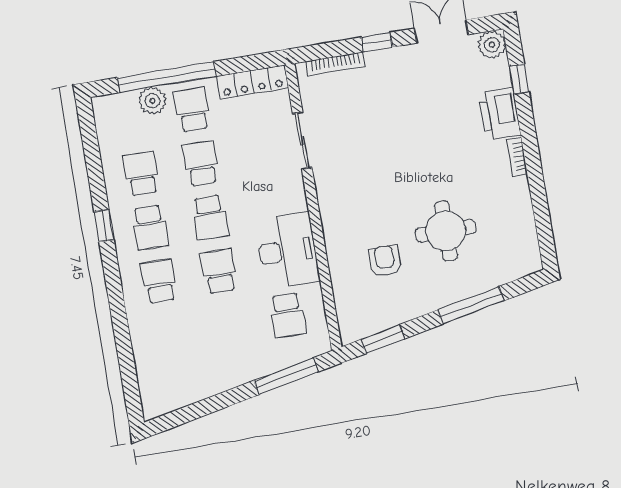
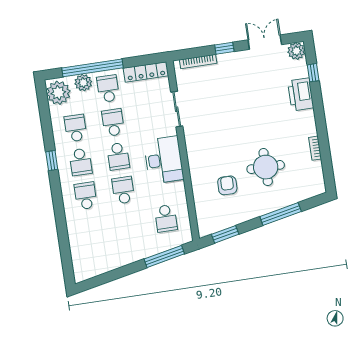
plant: (113, 117) -> (58, 93), added
bookcase: (517, 157) -> (315, 148), moved
desk: (287, 251) -> (164, 160), moved

